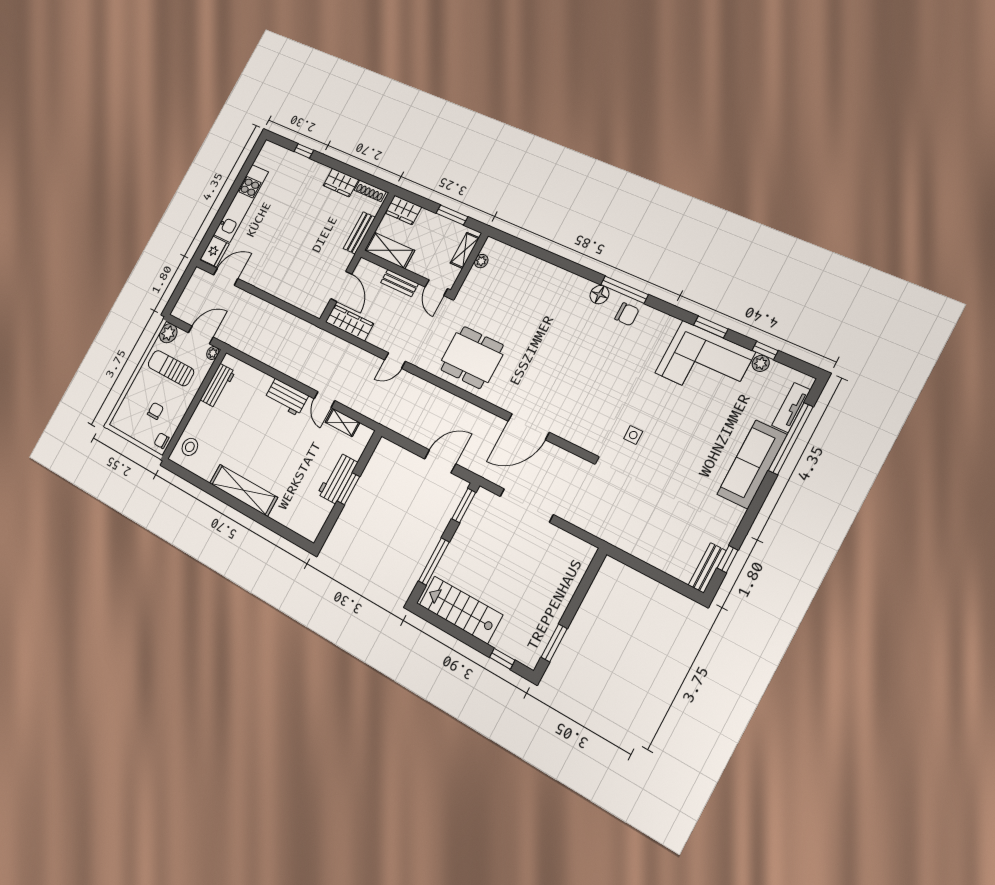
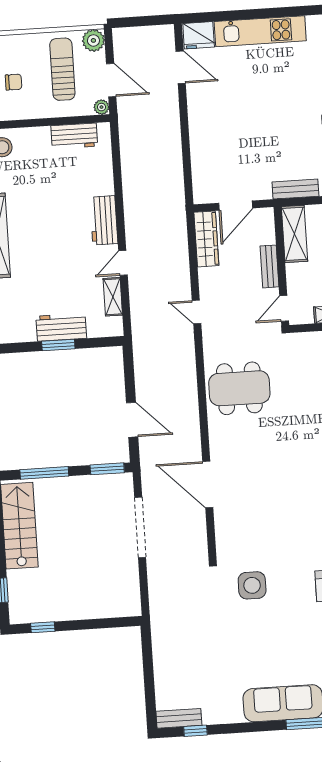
dining table: (472, 357) -> (239, 388), turned 90
side table: (633, 435) -> (252, 585), width x1.87, depth x1.87
window: (554, 643) -> (43, 627), width x0.67

